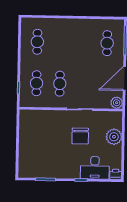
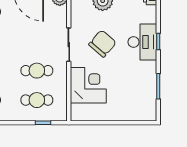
corner desk: (47, 124) -> (88, 85), added
chair: (80, 136) -> (102, 44), turned -49
desk: (95, 168) -> (142, 42), moved

